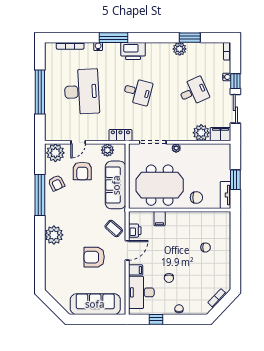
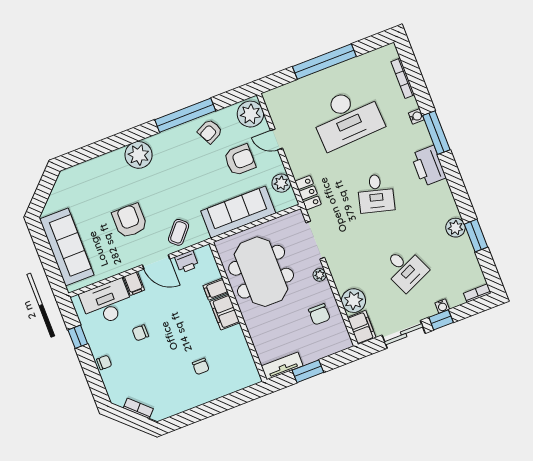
armchair: (82, 171) -> (240, 160), turned 180
chair: (196, 198) -> (319, 314), moved
filing cabinet: (177, 218) -> (225, 312), added

